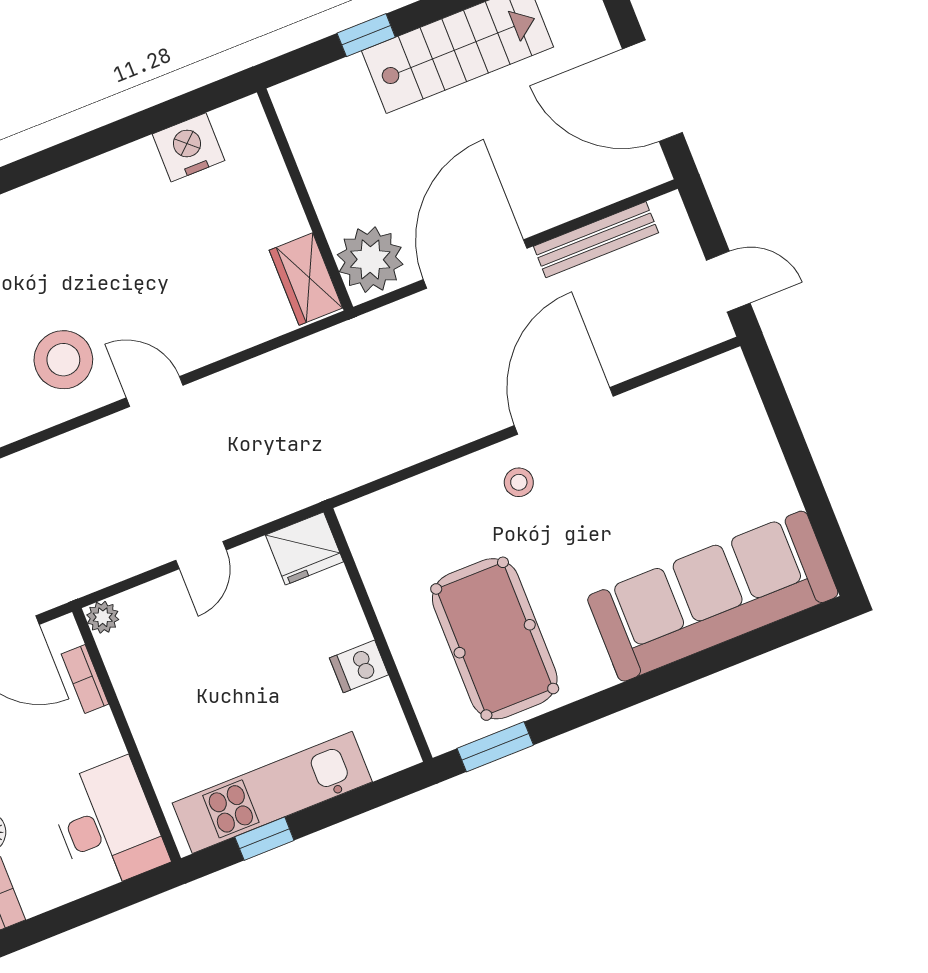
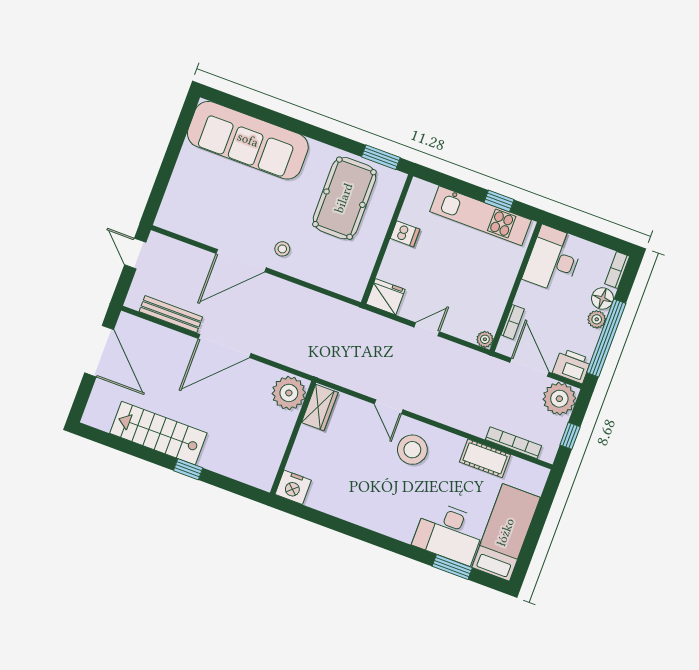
wall: (305, 200) -> (293, 438), moved
plant: (370, 260) -> (289, 393), moved
wardrobe: (306, 279) -> (320, 407), moved

